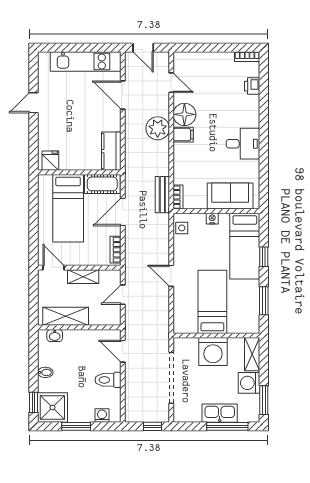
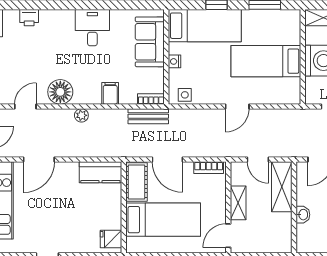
plant: (158, 128) -> (81, 115), width x0.53, depth x0.53
filing cabinet: (183, 135) -> (110, 93), moved
shelving: (66, 316) -> (282, 187), moved
washbasin: (55, 336) -> (303, 215), moved

